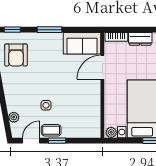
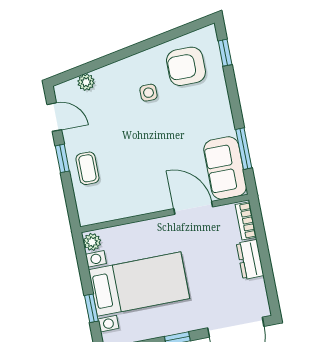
window: (50, 30) -> (244, 149), moved
side table: (46, 105) -> (149, 93), moved
coffee table: (51, 130) -> (87, 168), moved

